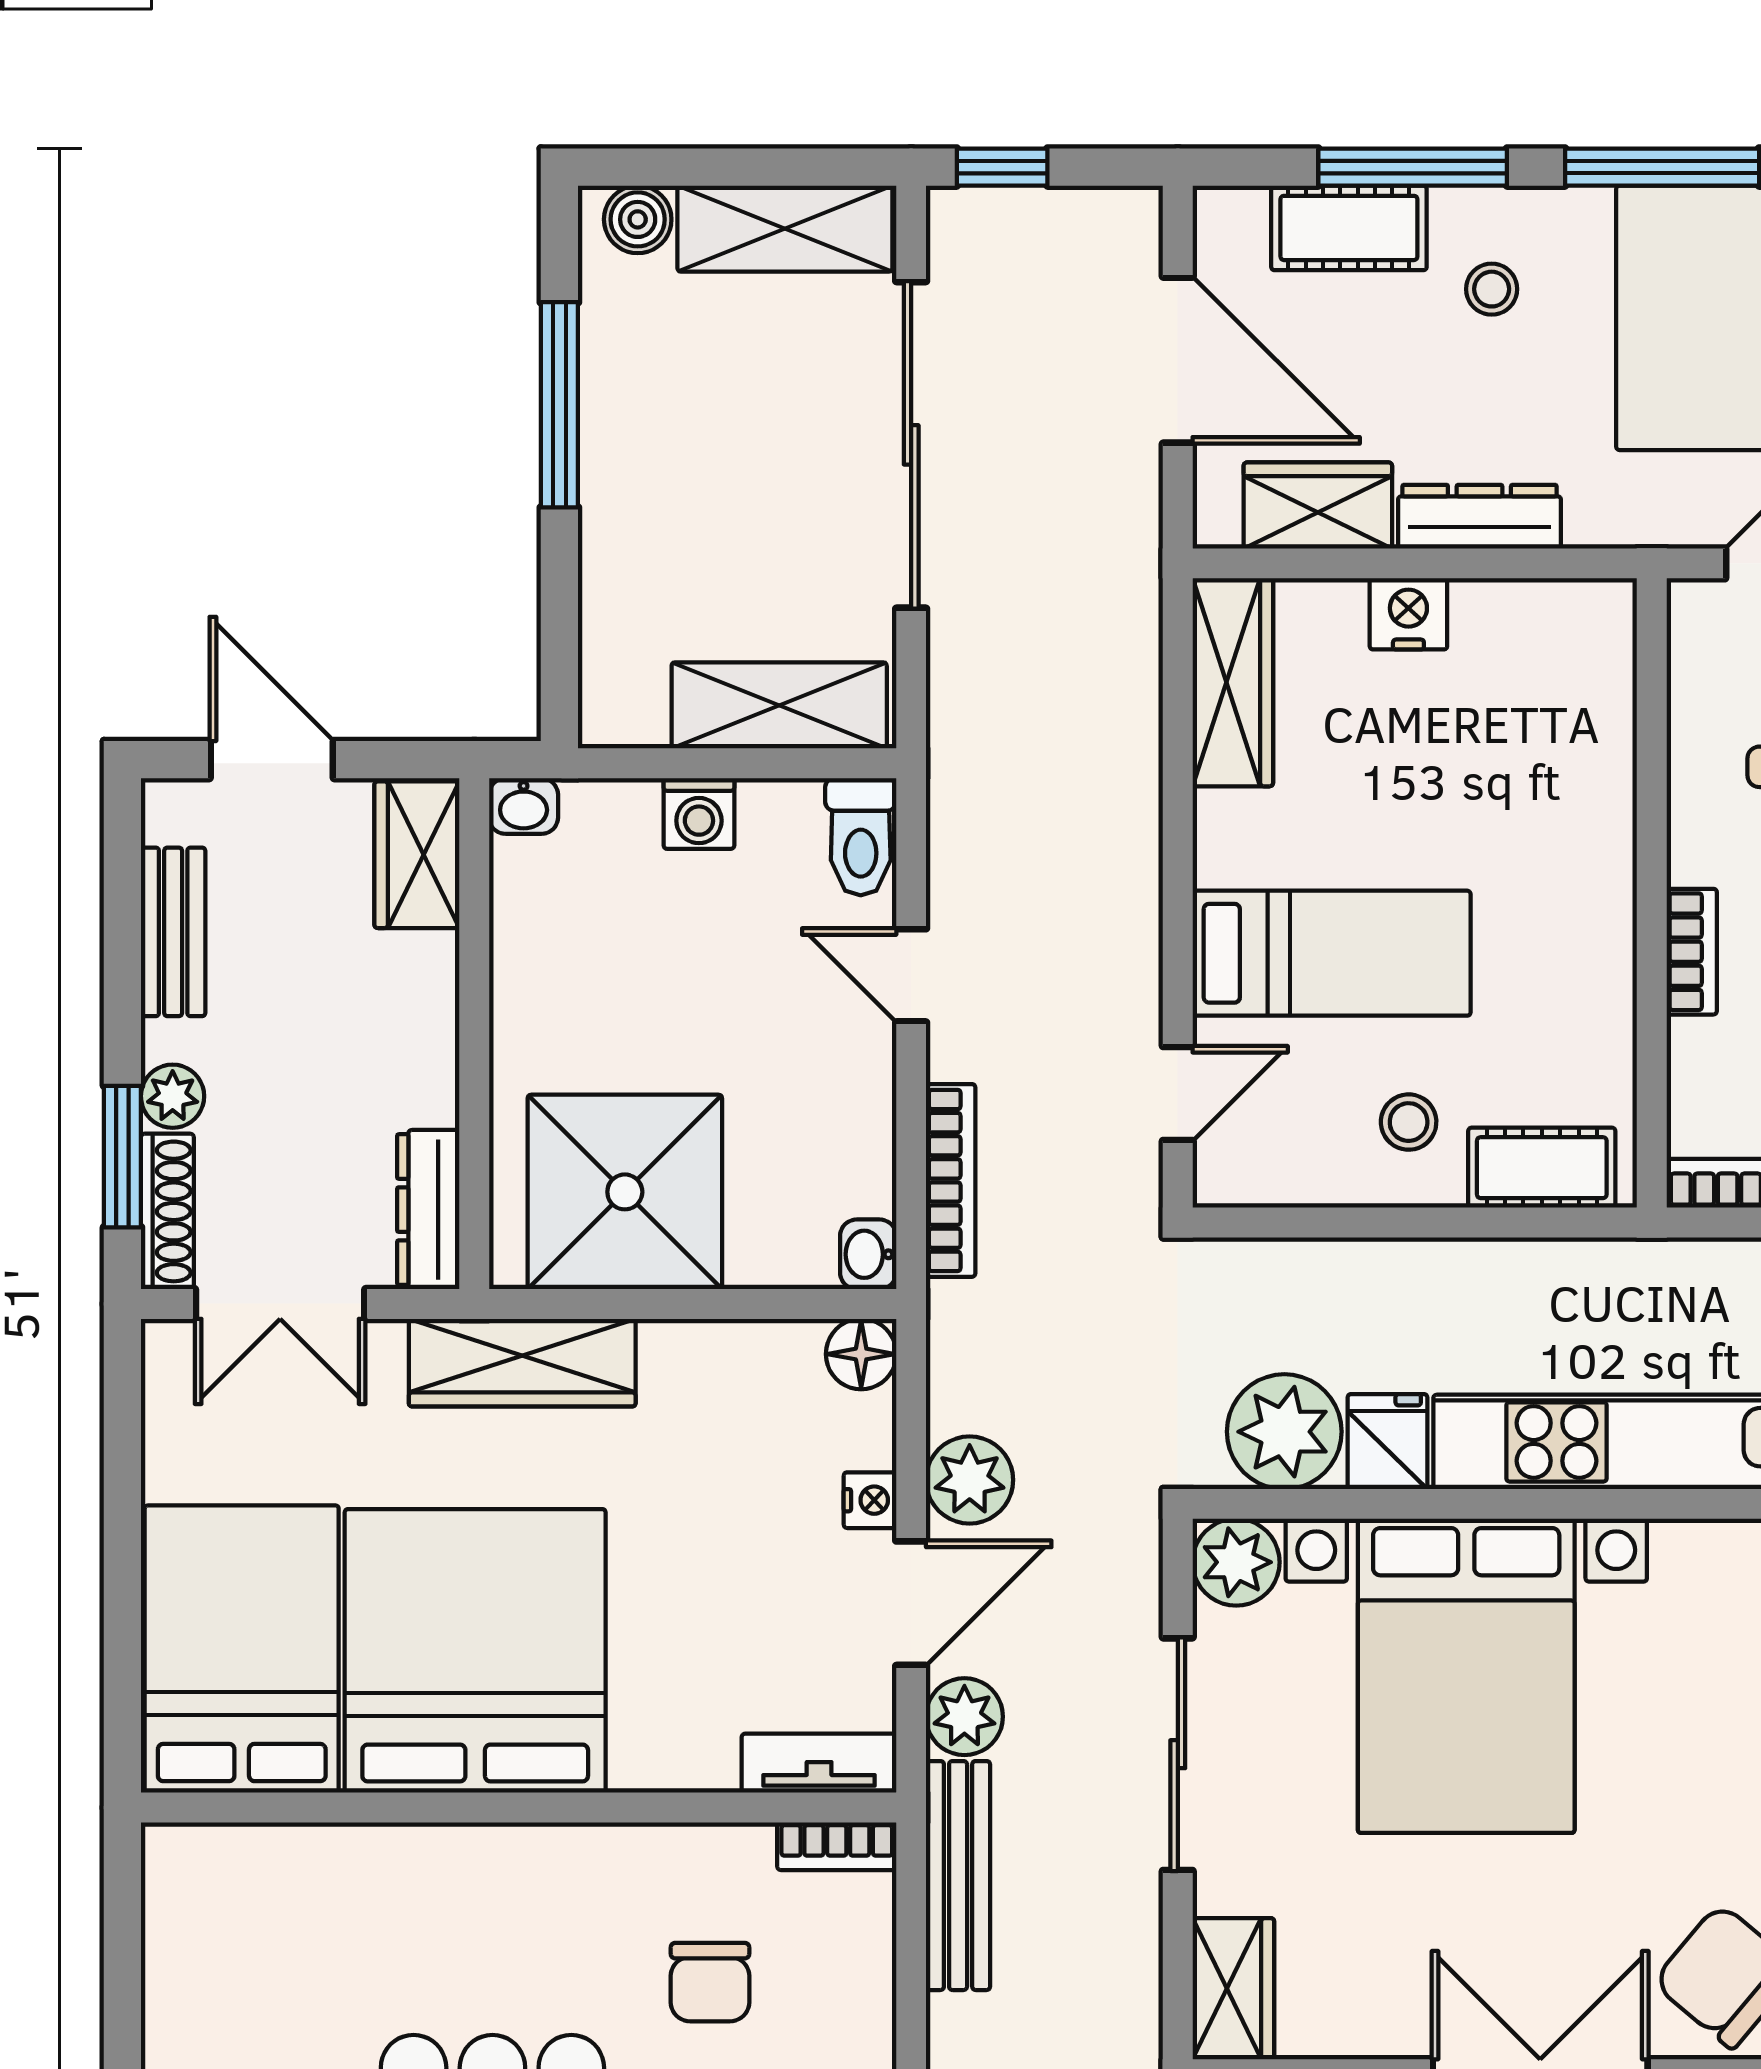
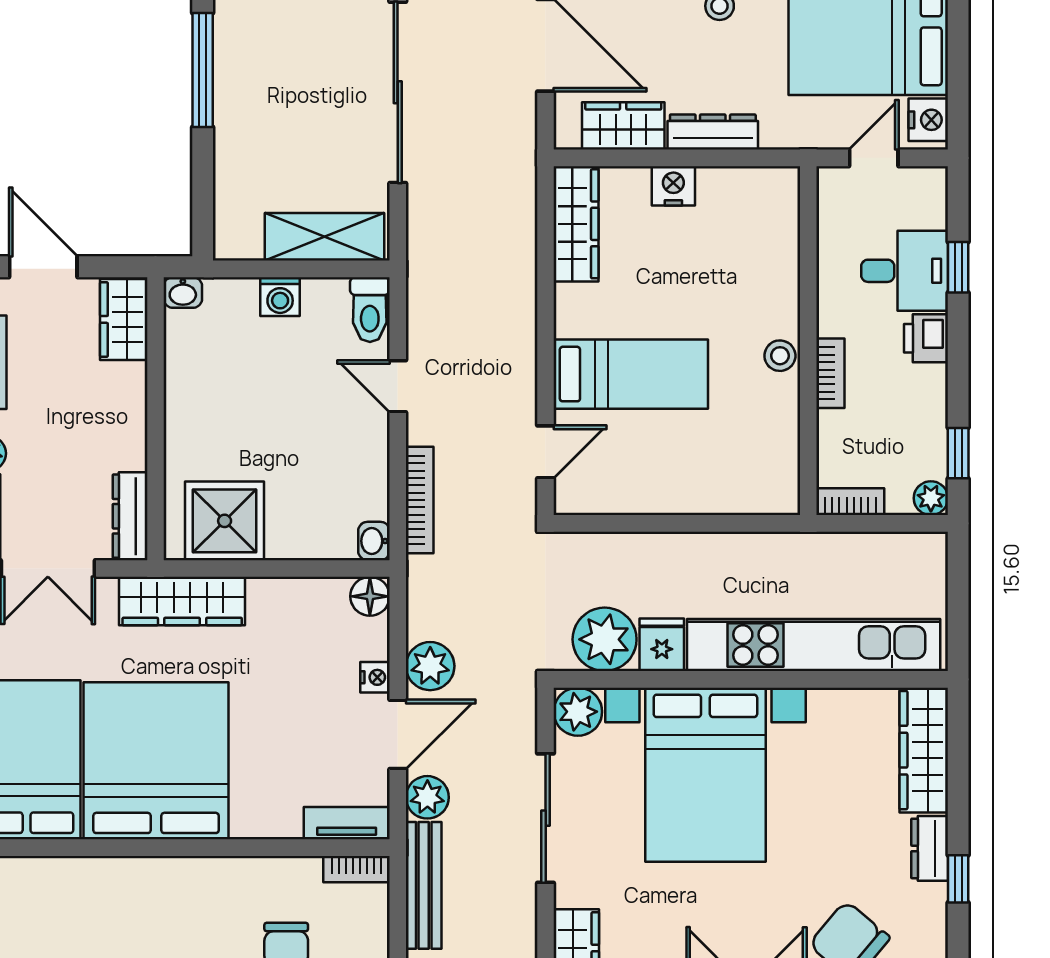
stool: (1409, 1122) -> (780, 356), moved
cot: (1542, 1168) -> (747, 493), removed
shower: (625, 1192) -> (225, 521), width x0.73, depth x0.73

